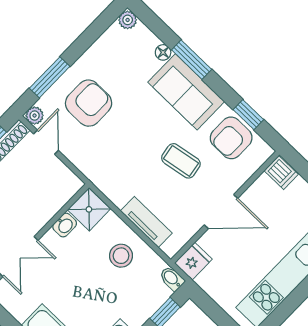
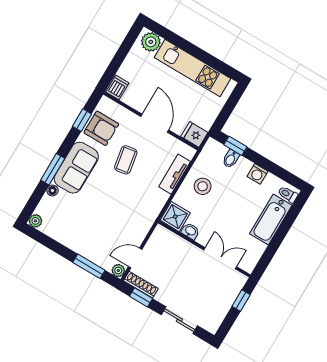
armchair: (89, 103) -> (100, 235), removed
bidet: (172, 279) -> (231, 159), moved

